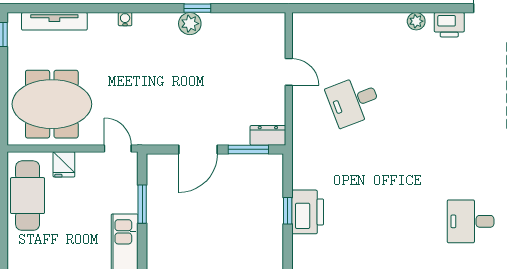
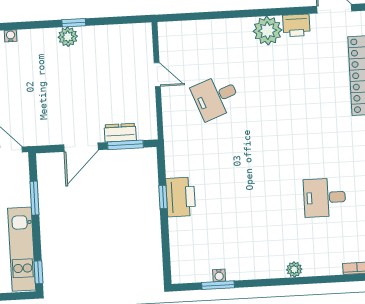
plant: (416, 21) -> (267, 31), width x1.88, depth x1.88
dresser: (268, 135) -> (120, 133), moved

